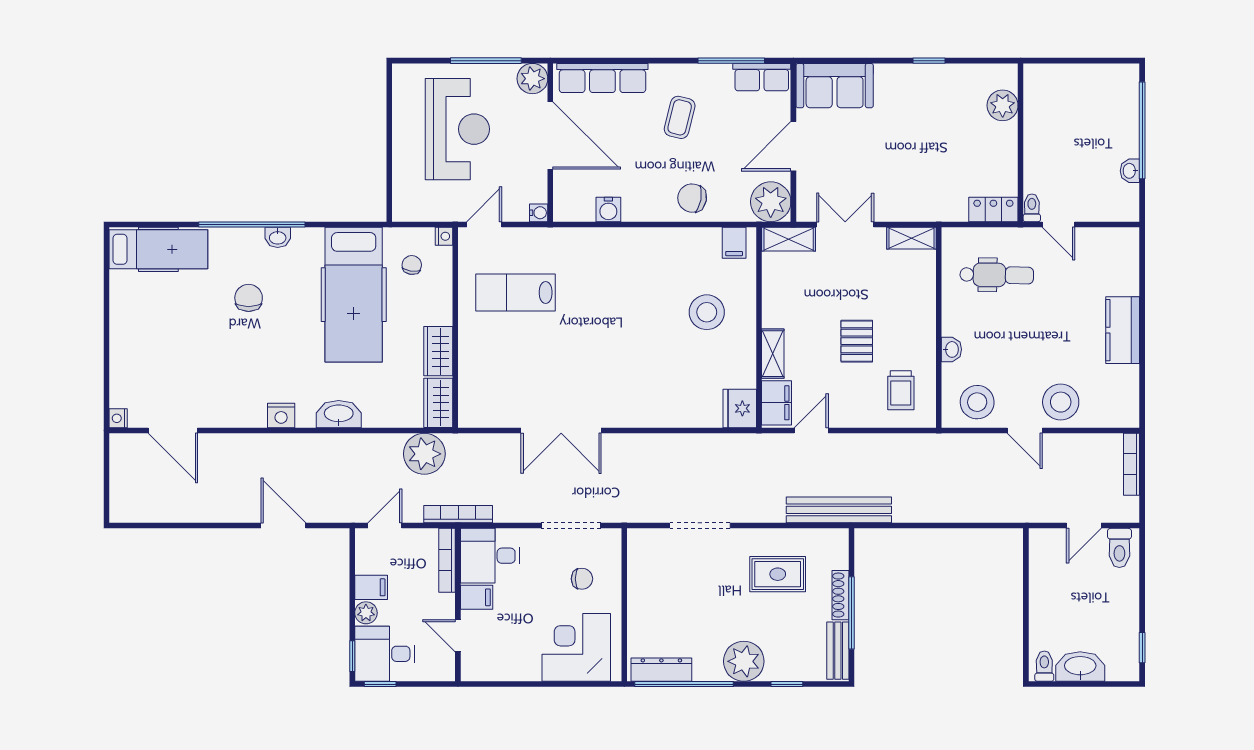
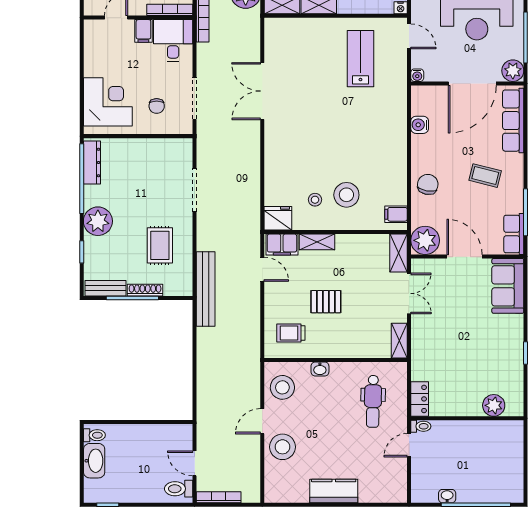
stool: (714, 356) -> (315, 200), added
bookcase: (1131, 464) -> (219, 497), moved

